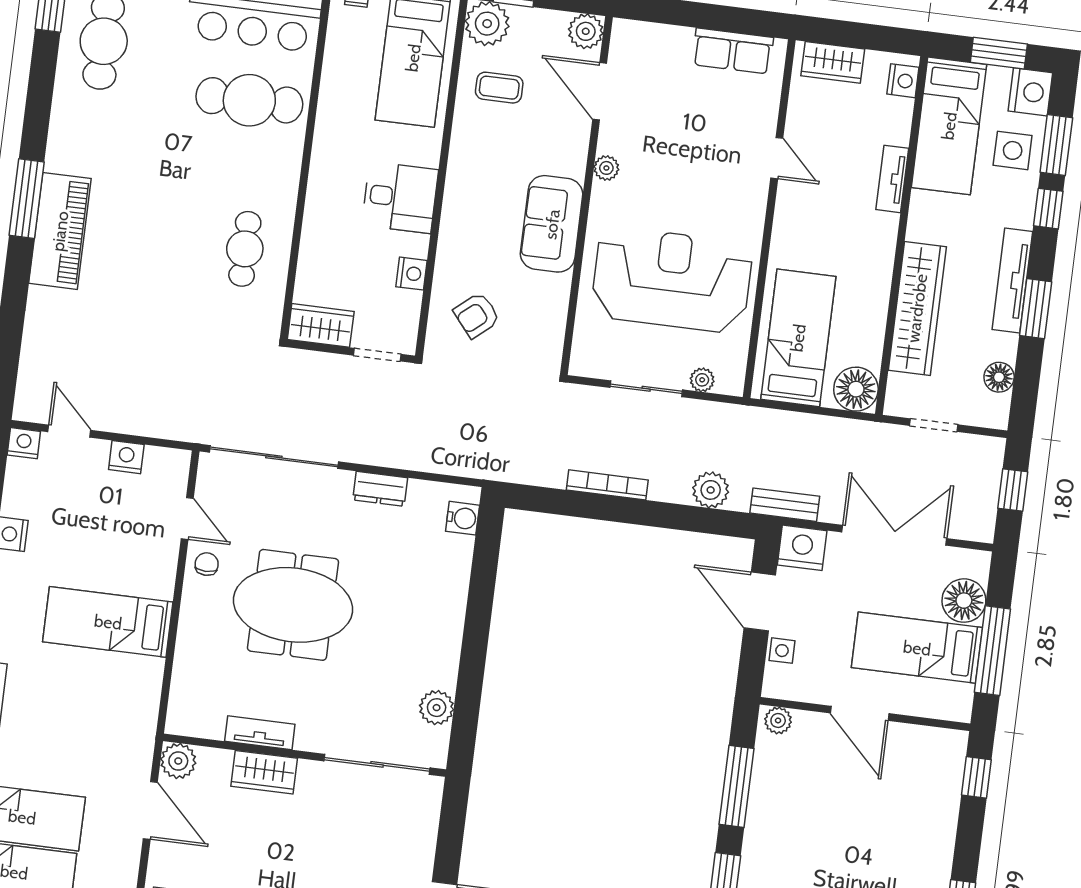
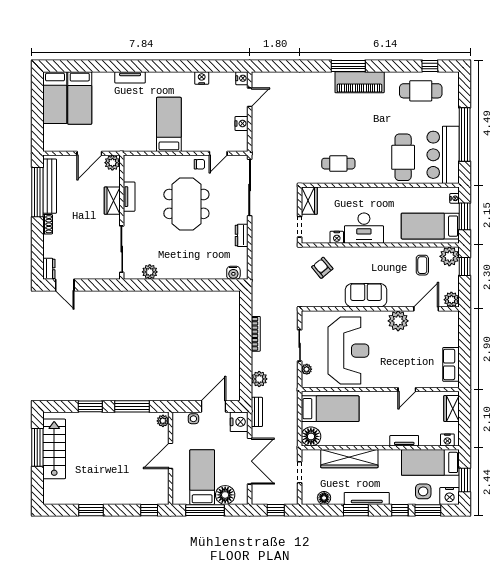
plant: (606, 168) -> (398, 321), width x1.87, depth x1.87
desk: (400, 197) -> (364, 228), width x1.37
piano: (60, 231) -> (360, 82), moved

